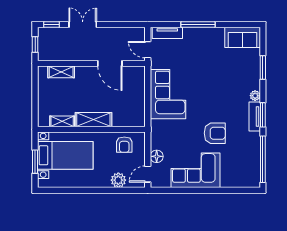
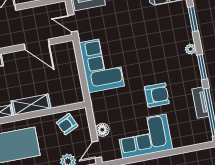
tv unit: (255, 116) -> (200, 103), moved
armchair: (124, 145) -> (67, 124), turned 65

